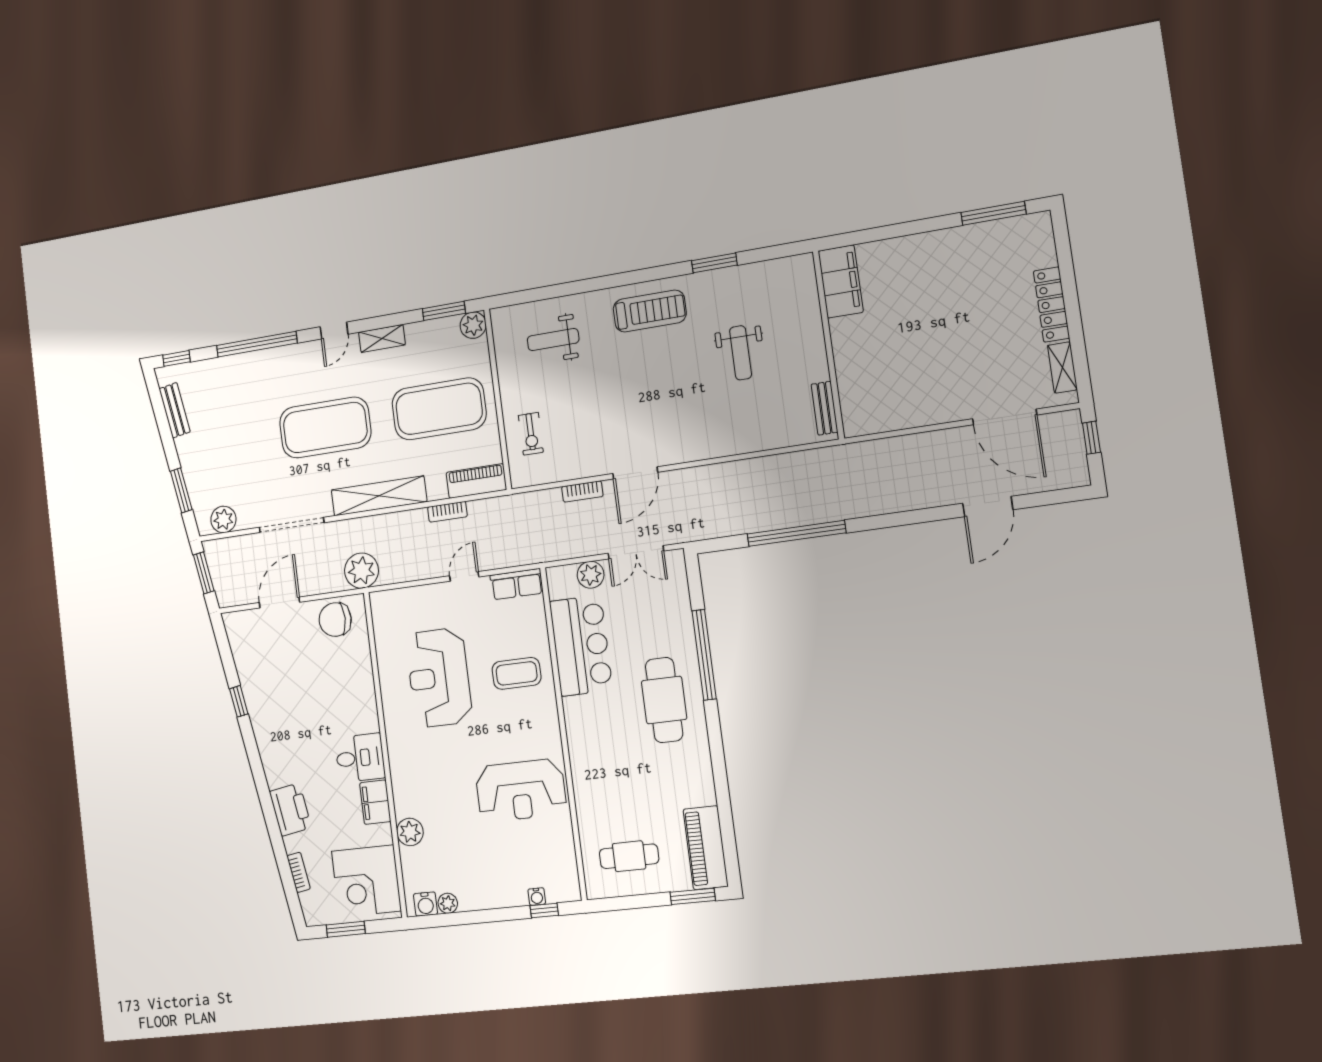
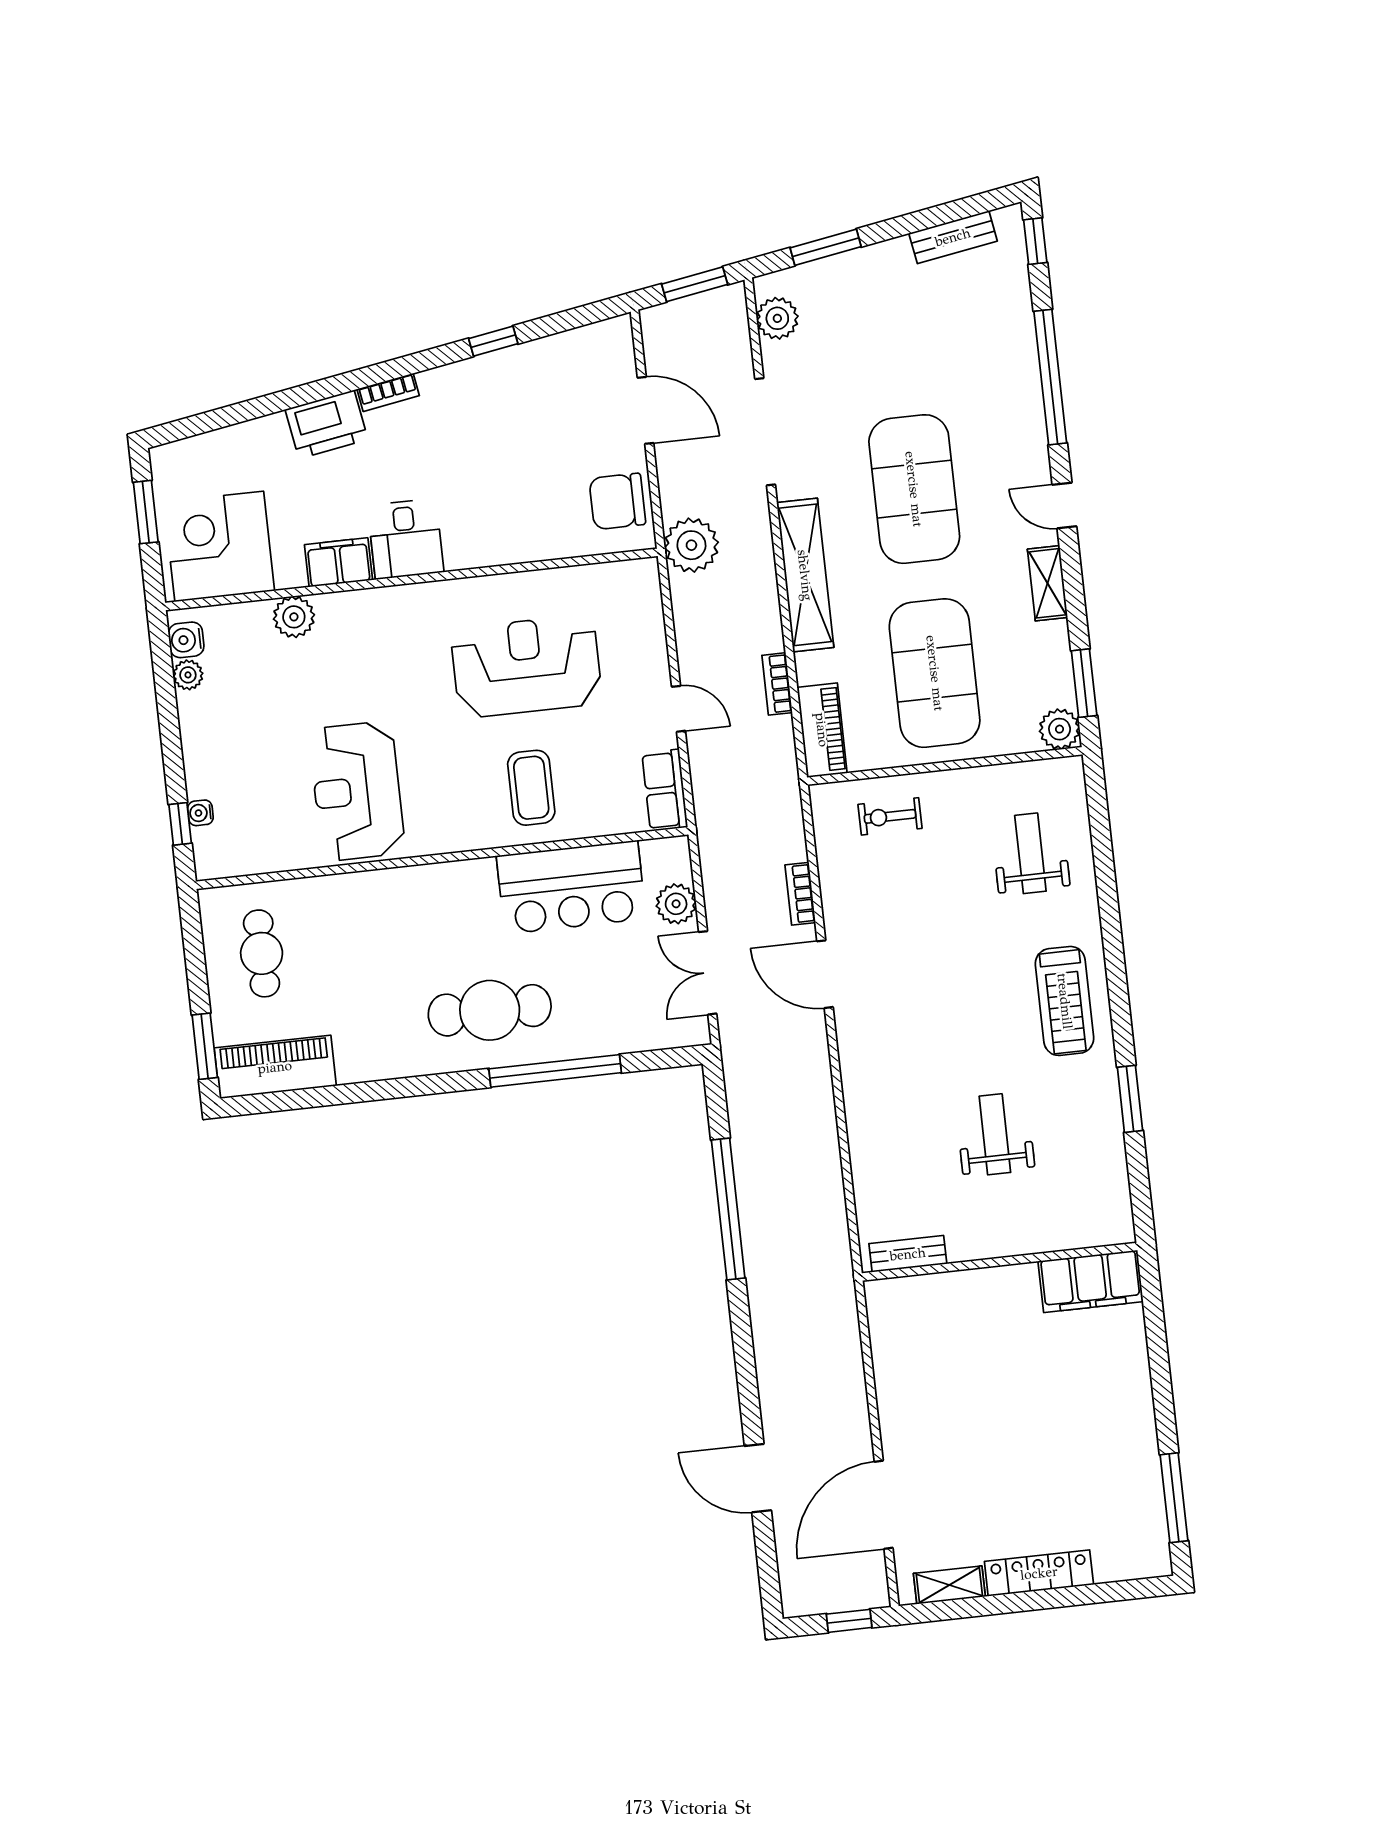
weight bench: (741, 353) -> (995, 1134), turned 90
chair: (335, 620) -> (617, 501), turned -90
bookcase: (299, 872) -> (388, 392), moved

